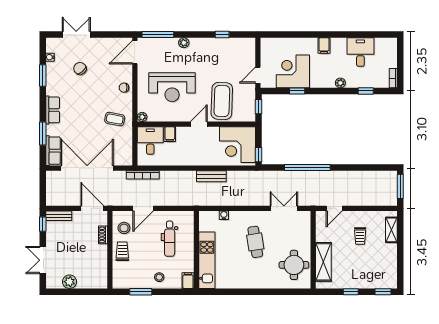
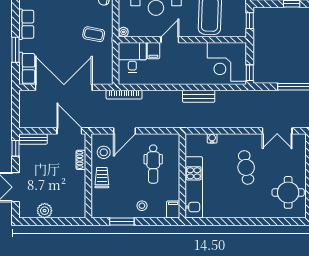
door: (199, 124) -> (170, 40), moved
double door: (284, 208) -> (277, 131), swing flipped

